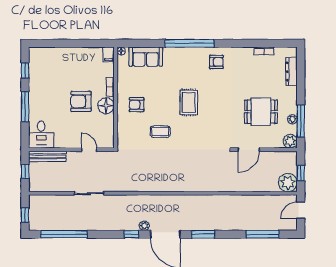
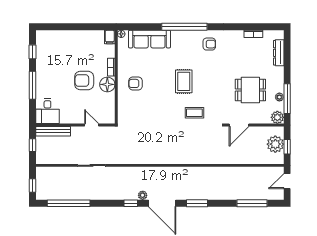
sofa: (146, 57) -> (150, 39), width x1.36
coffee table: (160, 132) -> (194, 113), moved
plant: (288, 183) -> (275, 144), moved

